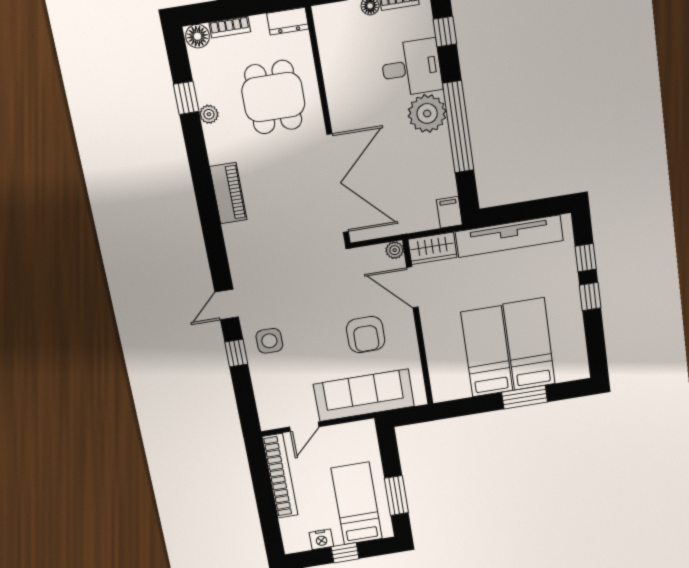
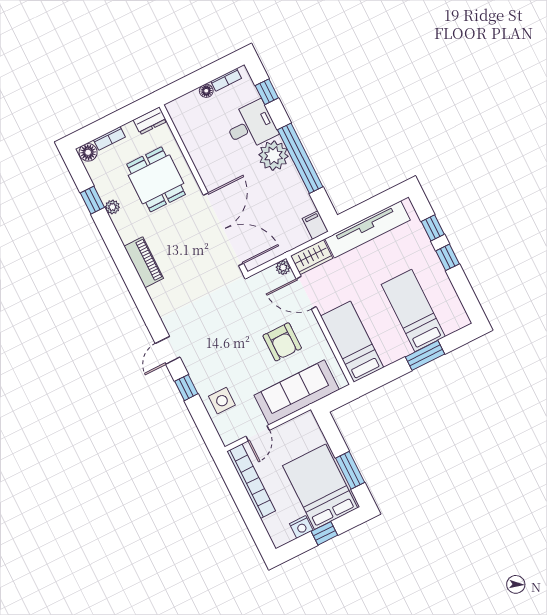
side table: (269, 341) -> (222, 401), moved
bed: (487, 352) -> (352, 342), moved
bed: (357, 504) -> (320, 487), width x1.50

